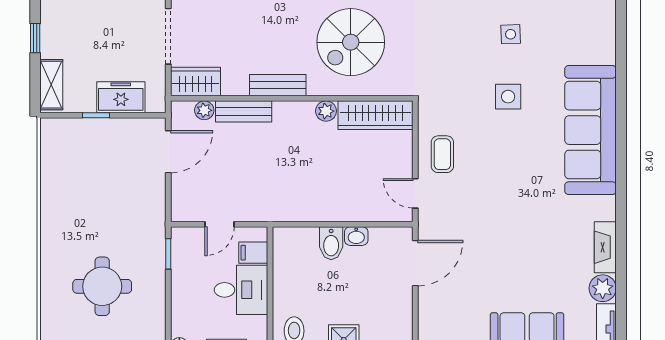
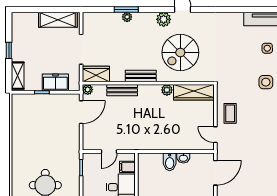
plant: (204, 110) -> (88, 90), moved

